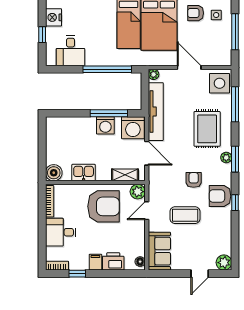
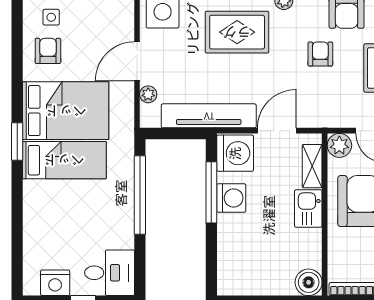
armchair: (196, 13) -> (48, 51), turned 180
desk: (71, 51) -> (110, 273), moved
plant: (154, 74) -> (148, 94), moved
kitchen sink: (84, 173) -> (308, 209), moved
armchair: (194, 180) -> (320, 54), turned 90

